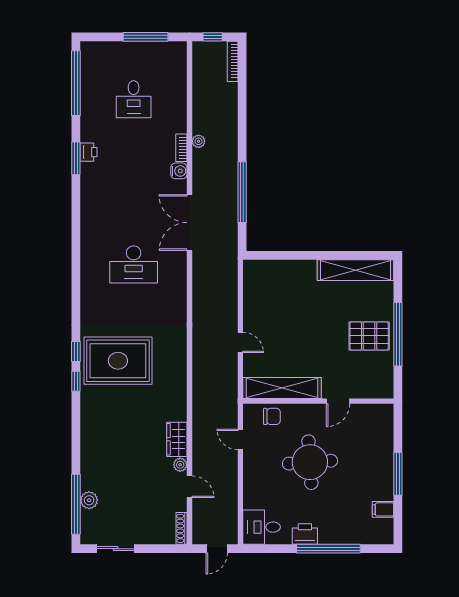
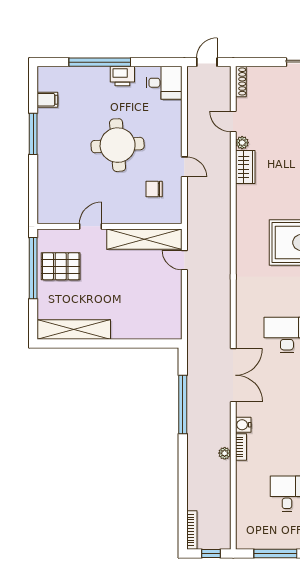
shelving: (282, 388) -> (144, 239), moved
wall: (318, 401) -> (110, 226), moved
door: (338, 401) -> (91, 226), moved

